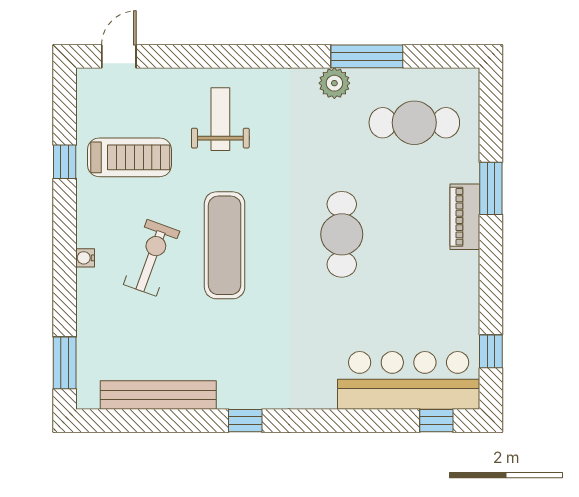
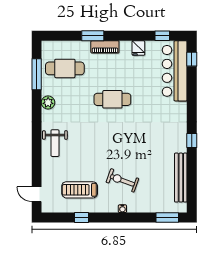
window: (367, 56) -> (37, 74), moved
weight bench: (220, 119) -> (55, 143), moved, turned -90
cafe table: (414, 123) -> (65, 68), turned 90
treadmill: (129, 157) -> (80, 190), turned -90
exercise mat: (225, 245) -> (117, 149), removed
fridge: (462, 295) -> (138, 48), added

